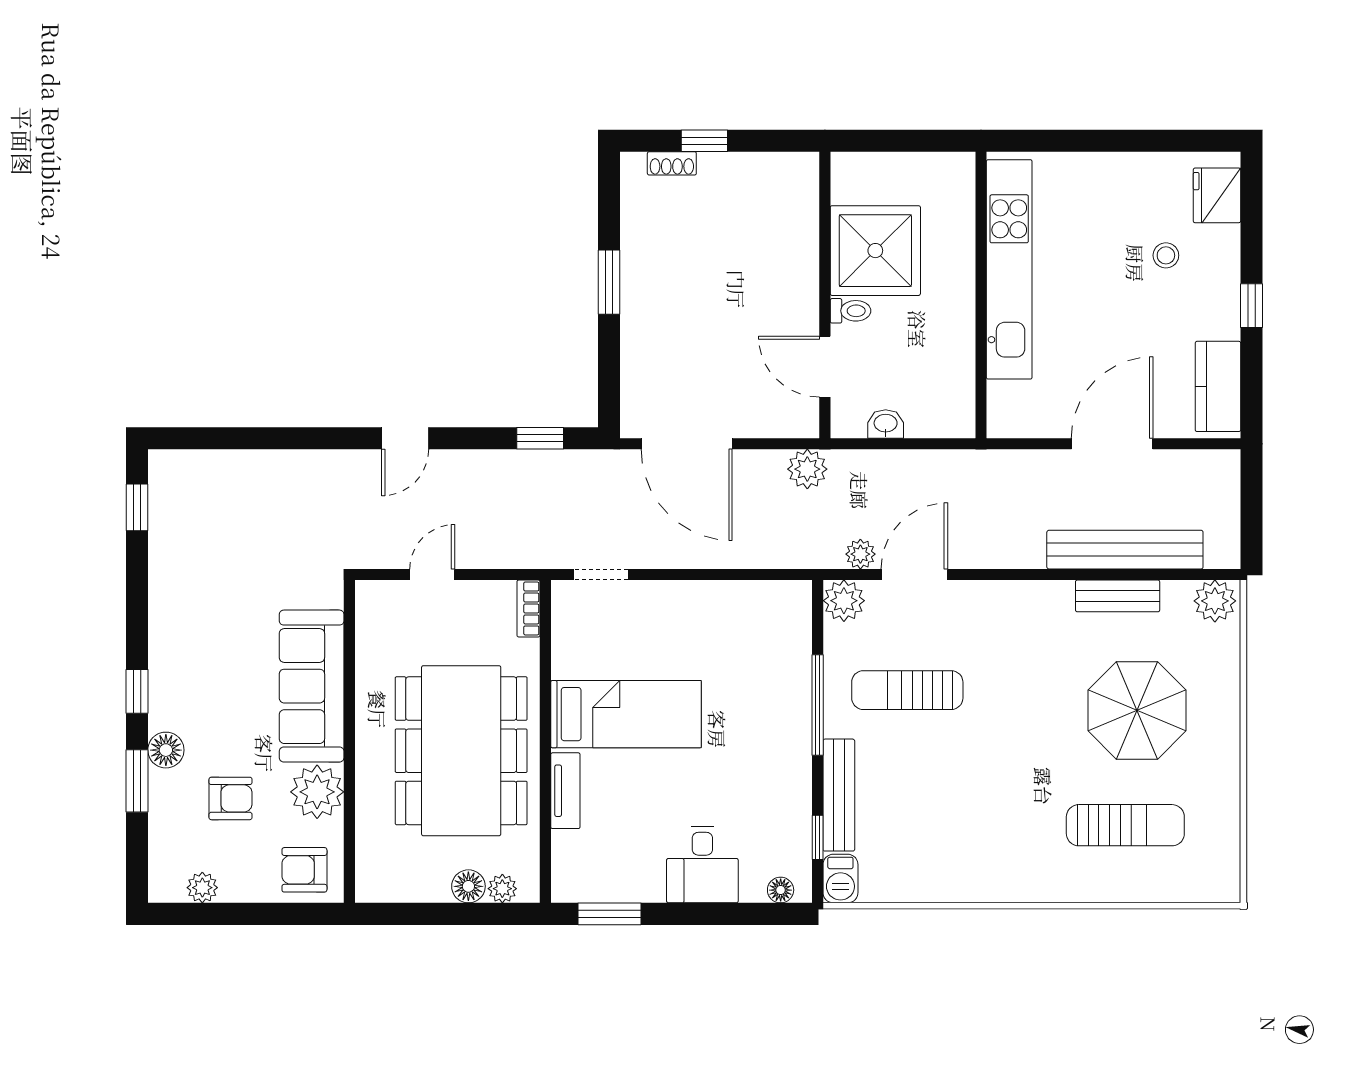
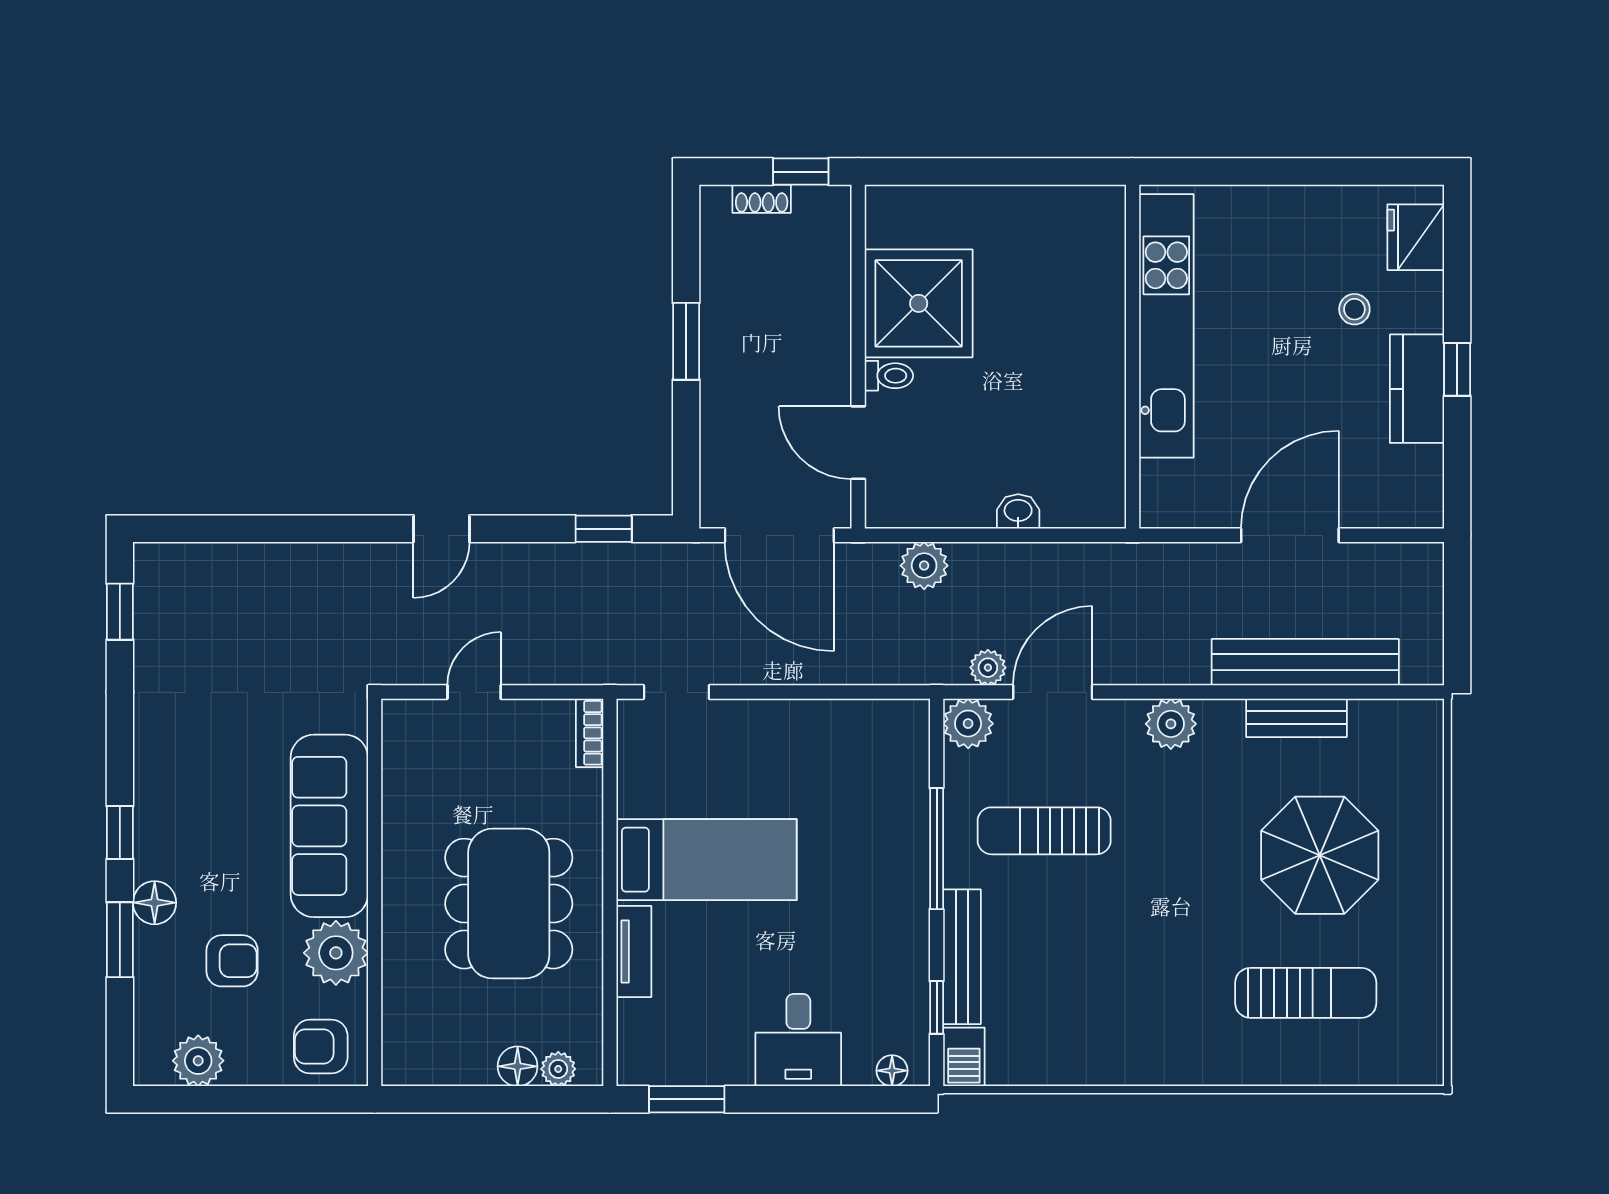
shower: (875, 251) -> (919, 303), moved
wall: (825, 295) -> (858, 357), moved
toilet: (851, 311) -> (889, 376), moved
door: (825, 367) -> (858, 443), moved
kitchen counter: (1218, 386) -> (1417, 389), moved
plant: (1215, 601) -> (1171, 724), moved
dining table: (461, 751) -> (509, 904), width x0.73, depth x0.80
plant: (202, 888) -> (198, 1061), width x1.38, depth x1.38

